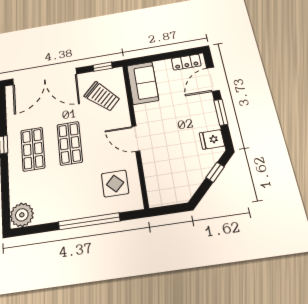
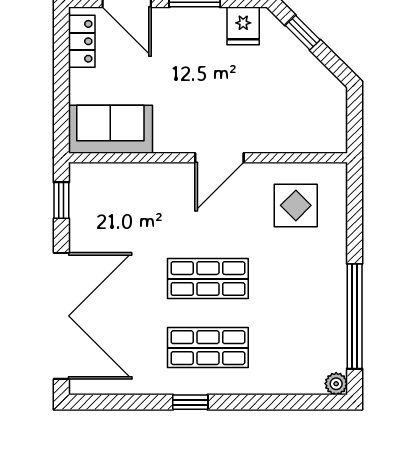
trolley: (102, 97) -> (125, 209), removed
plant: (22, 215) -> (336, 384), width x0.53, depth x0.53
window: (89, 221) -> (355, 316), moved

